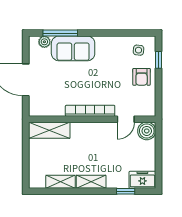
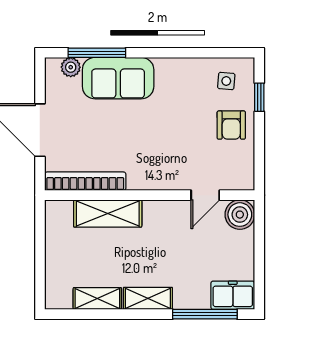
bookcase: (90, 111) -> (85, 181), moved
shelving: (49, 130) -> (108, 213), moved
window: (126, 191) -> (205, 314), width x2.17

